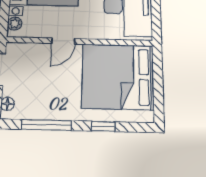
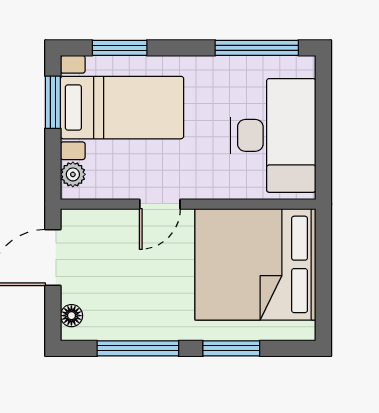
window: (103, 126) -> (231, 348), width x1.50

